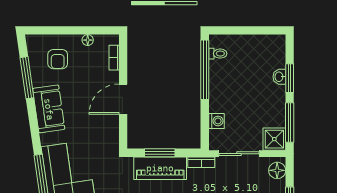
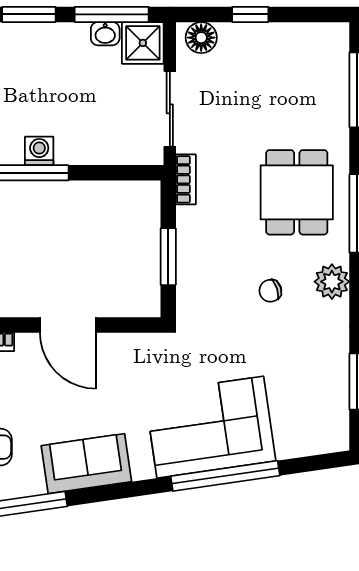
washbasin: (279, 77) -> (105, 34), moved
washing machine: (216, 121) -> (39, 151), moved
piano: (160, 168) -> (197, 256), removed

